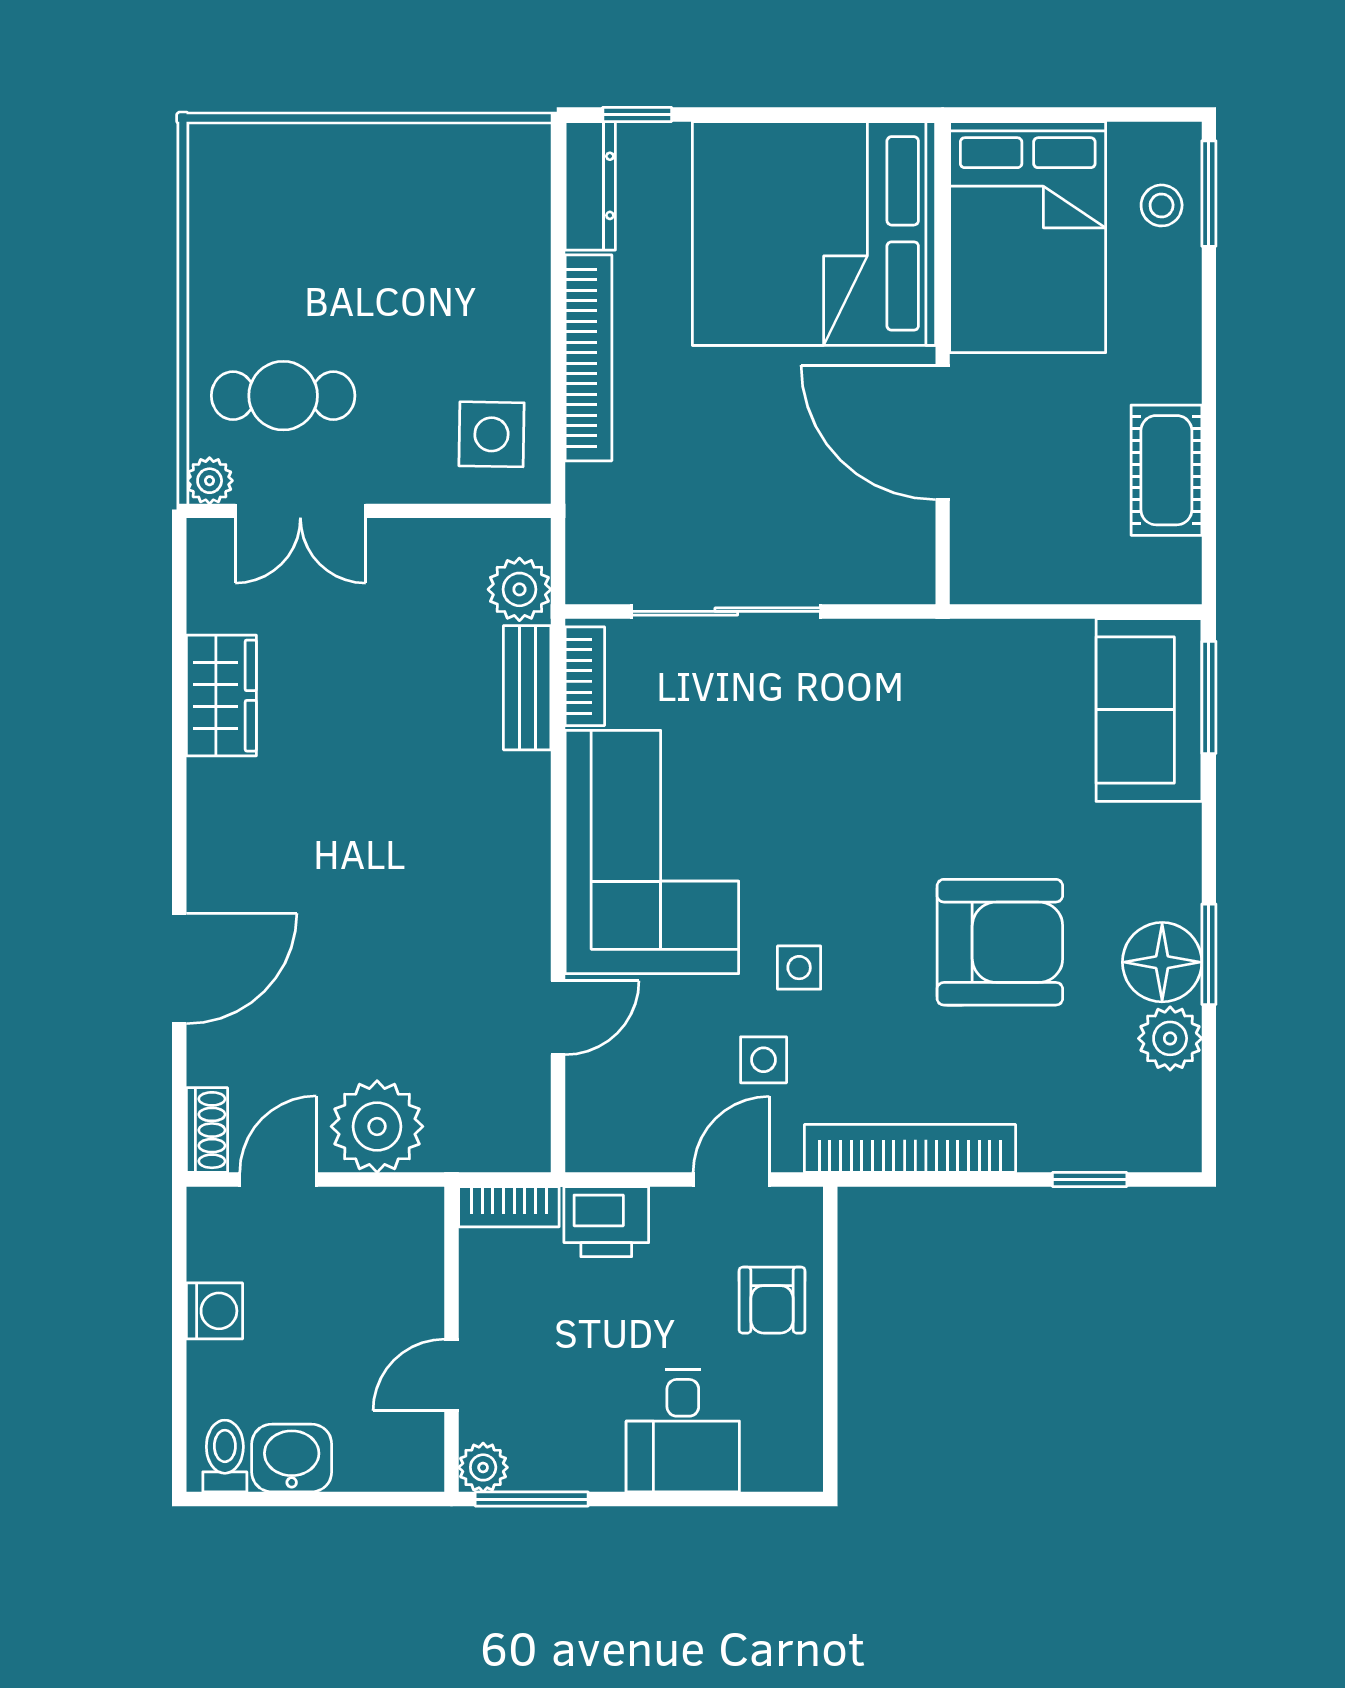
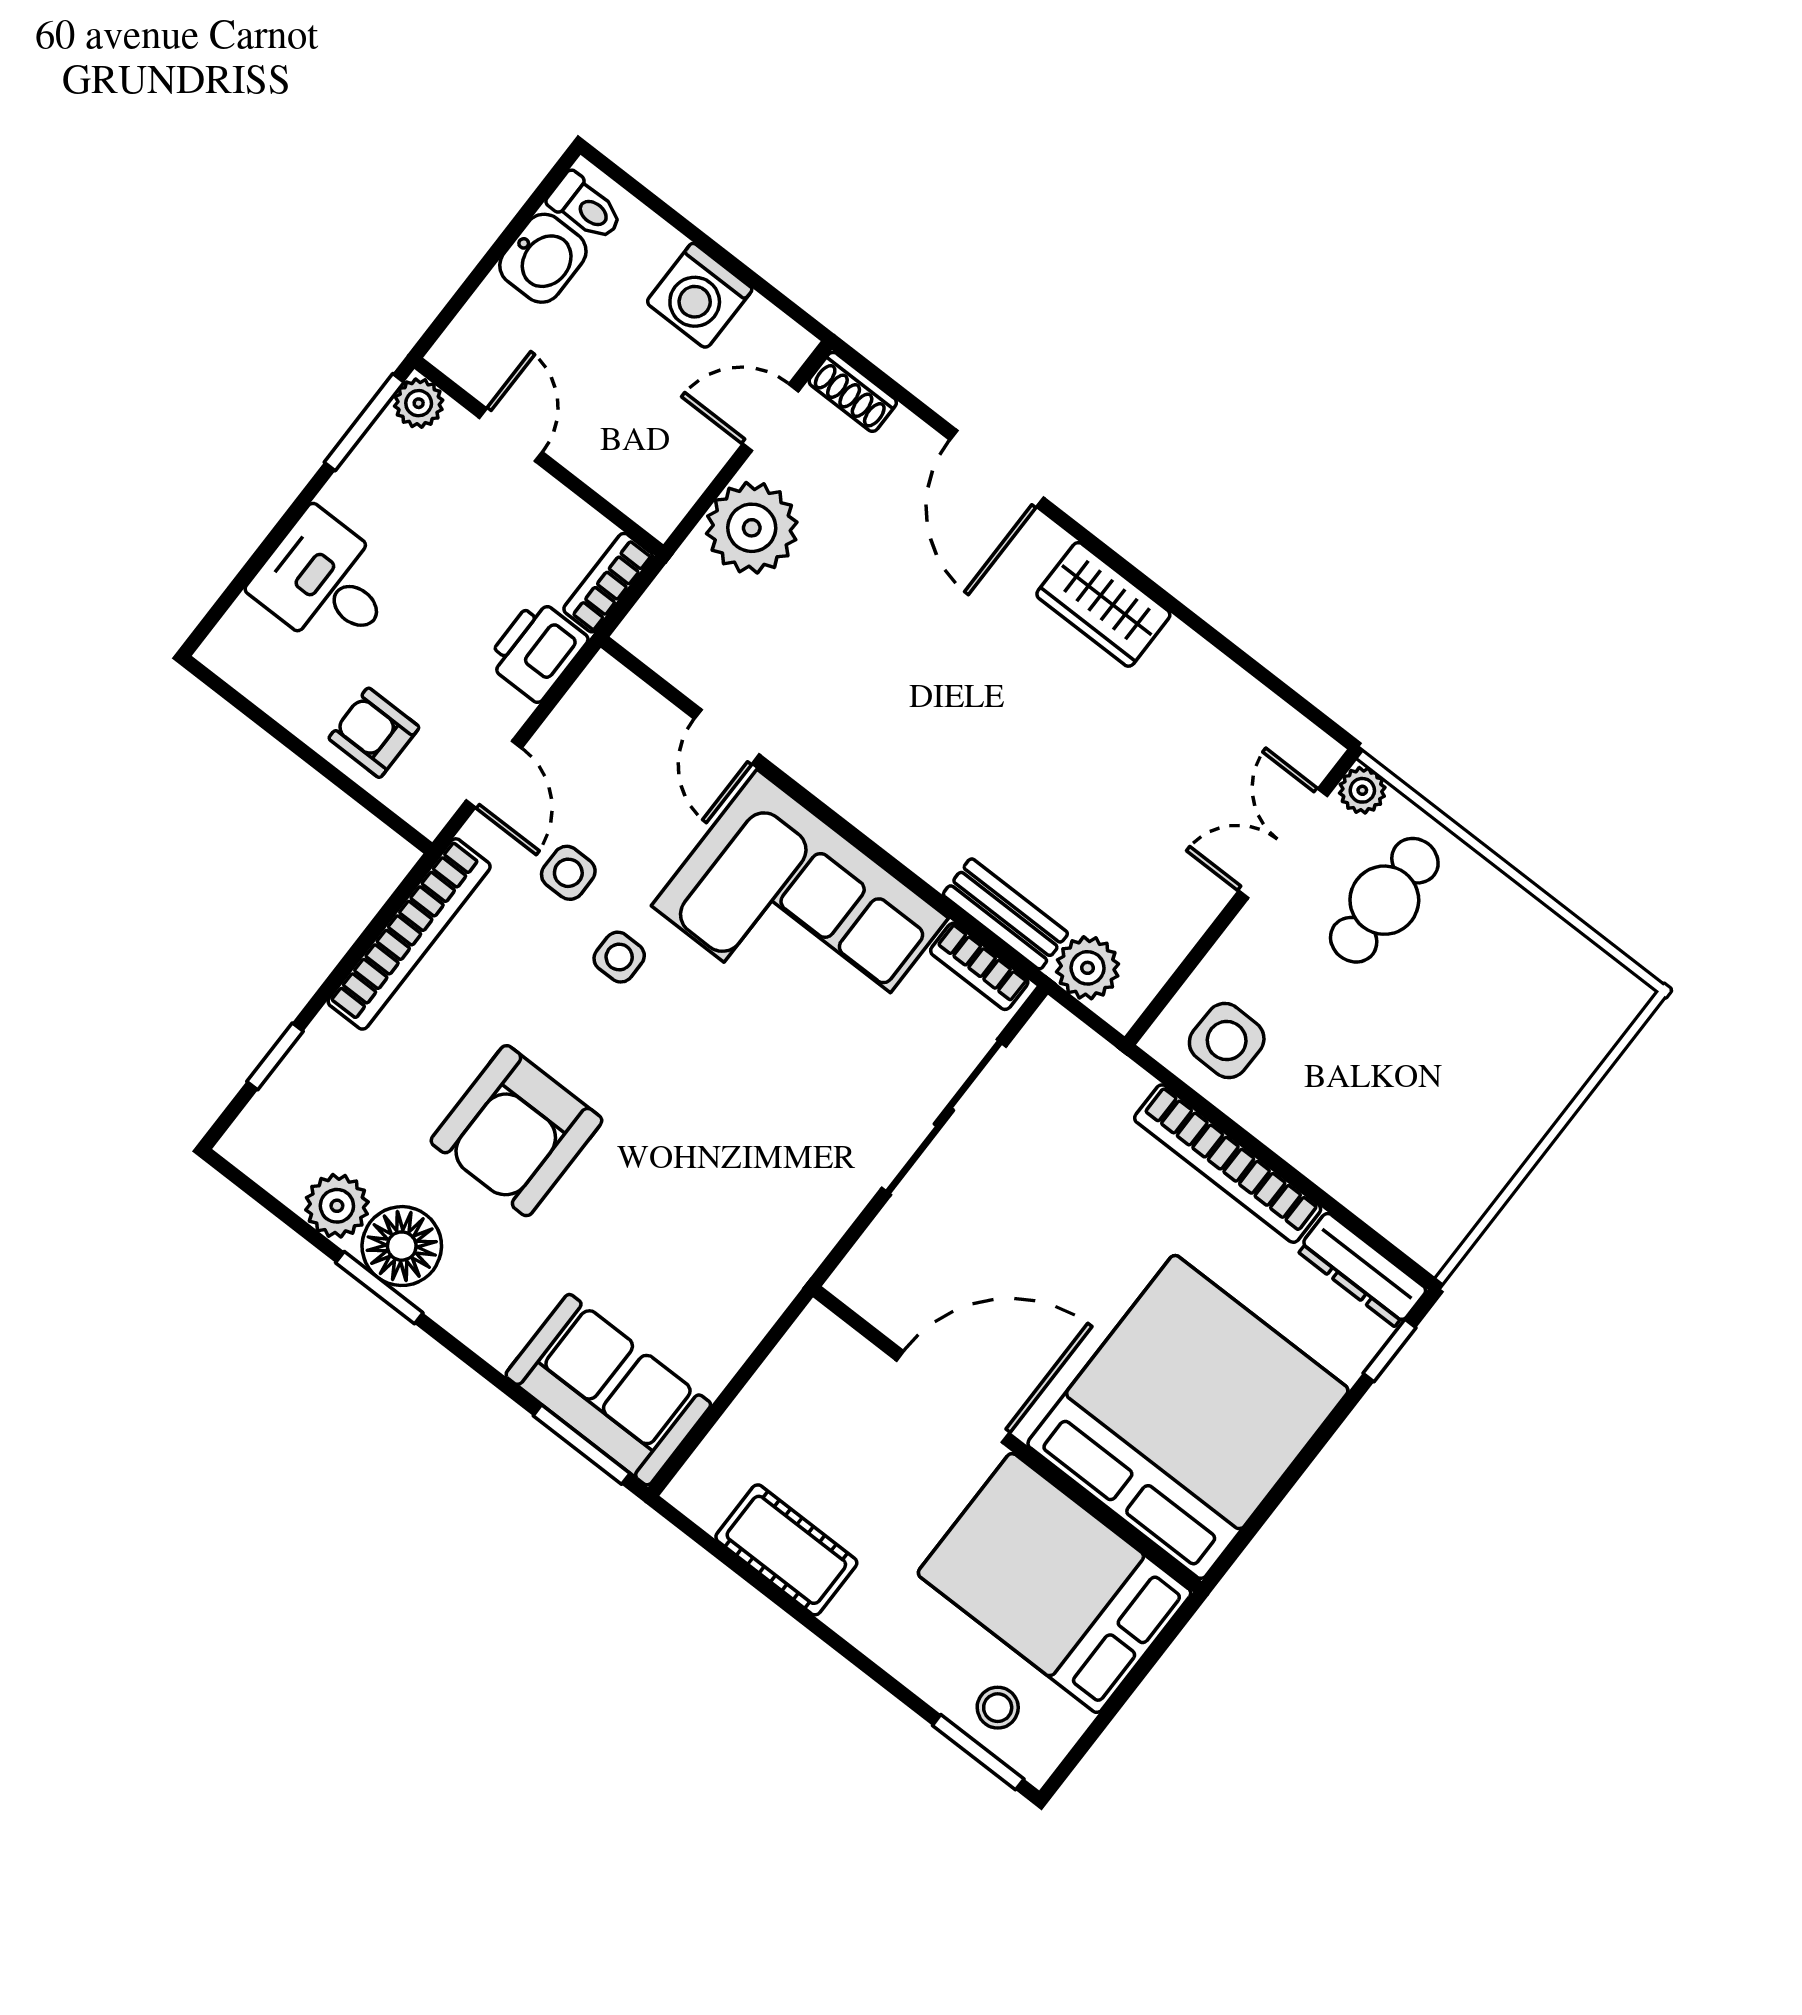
wardrobe: (221, 696) -> (1103, 604), moved
door: (278, 1179) -> (770, 418), swing flipped
washing machine: (214, 1311) -> (699, 296), width x1.38, depth x1.38

